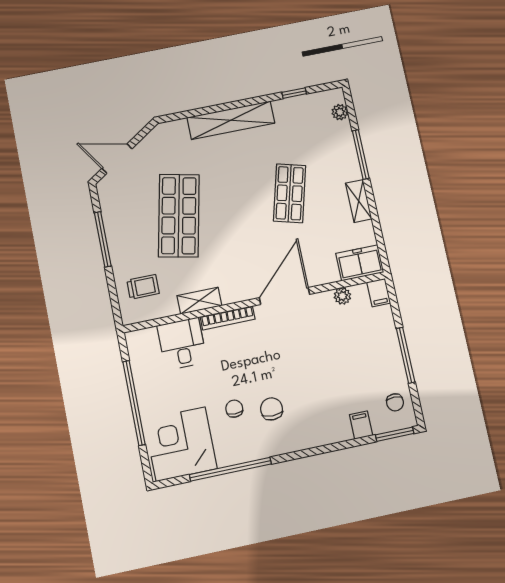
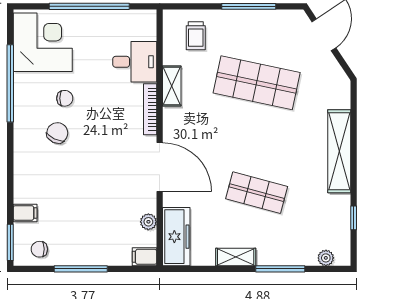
freezer: (360, 263) -> (176, 237), width x1.40
chair: (272, 409) -> (57, 133), turned -65

